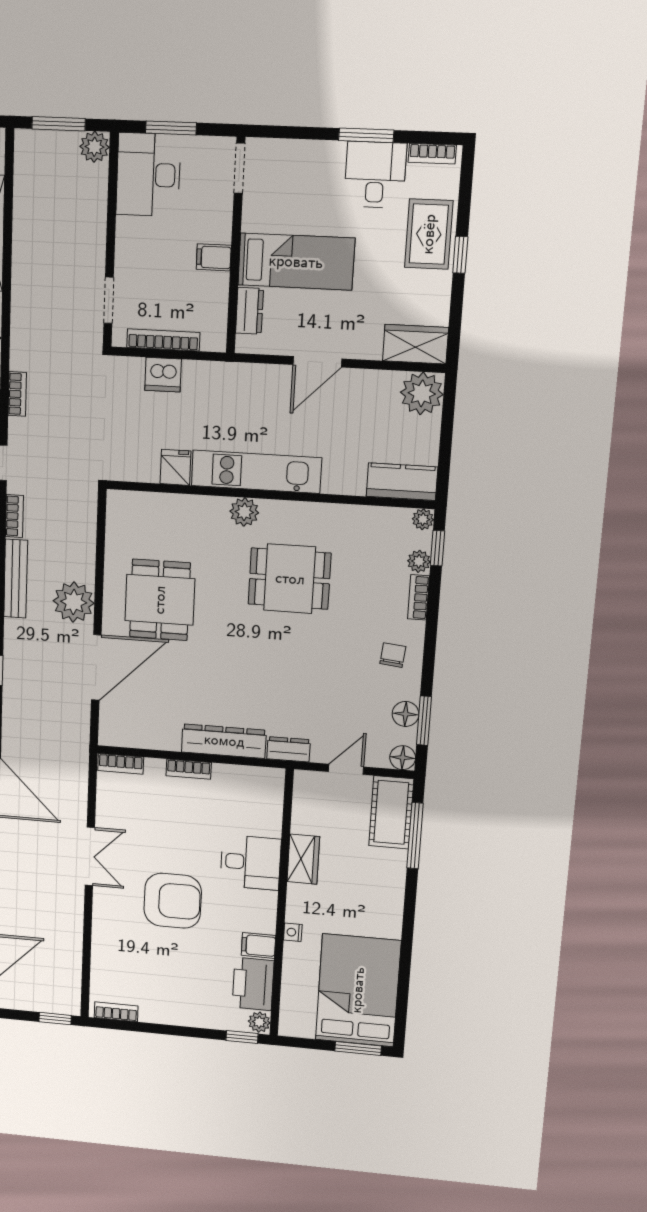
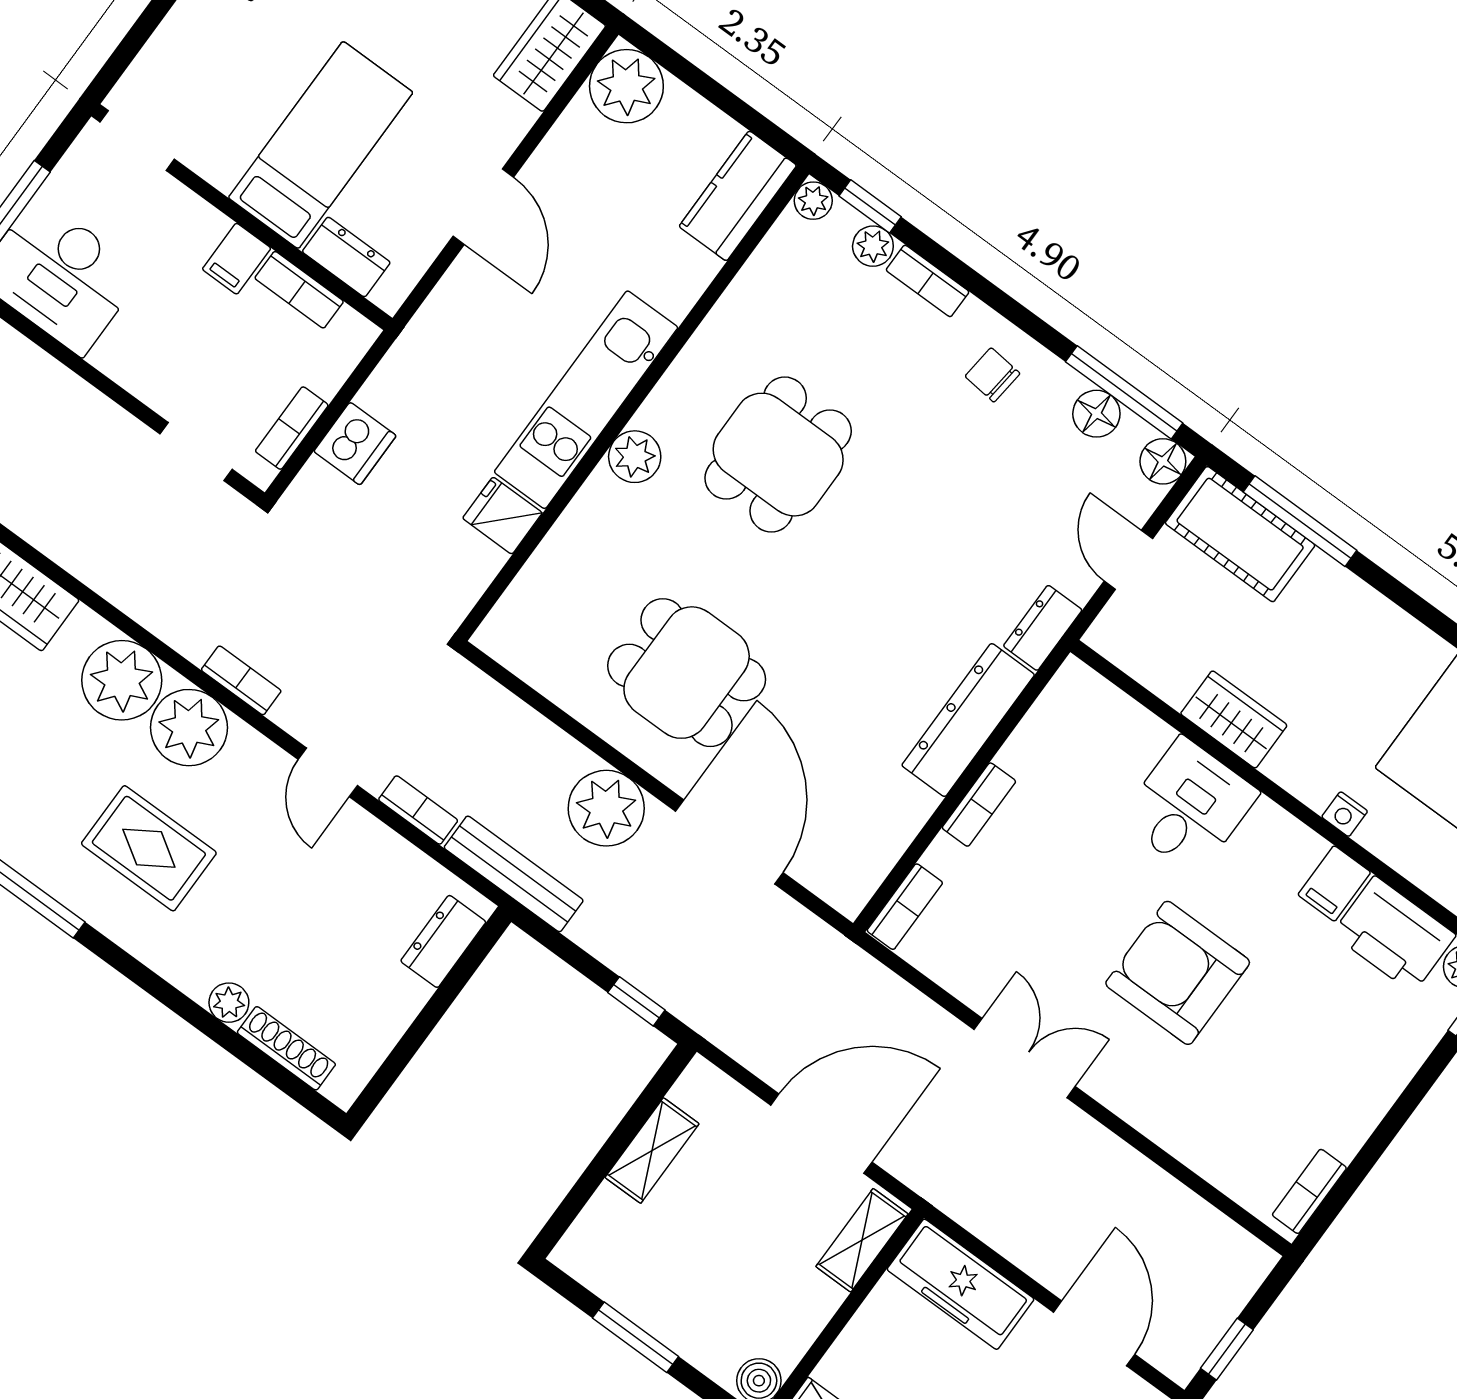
bookcase: (219, 298) -> (299, 290), added
bookcase: (163, 340) -> (292, 428), width x0.64
window: (424, 721) -> (1124, 392), width x1.44
armchair: (173, 901) -> (1178, 973), turned -90
window: (55, 1019) -> (1227, 1349), moved

